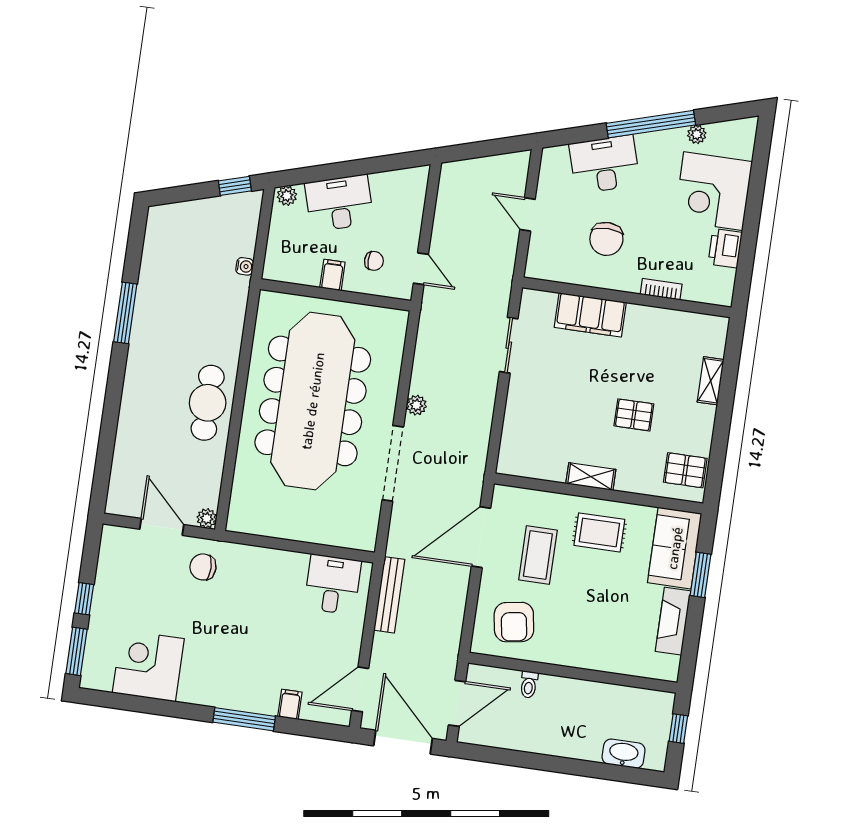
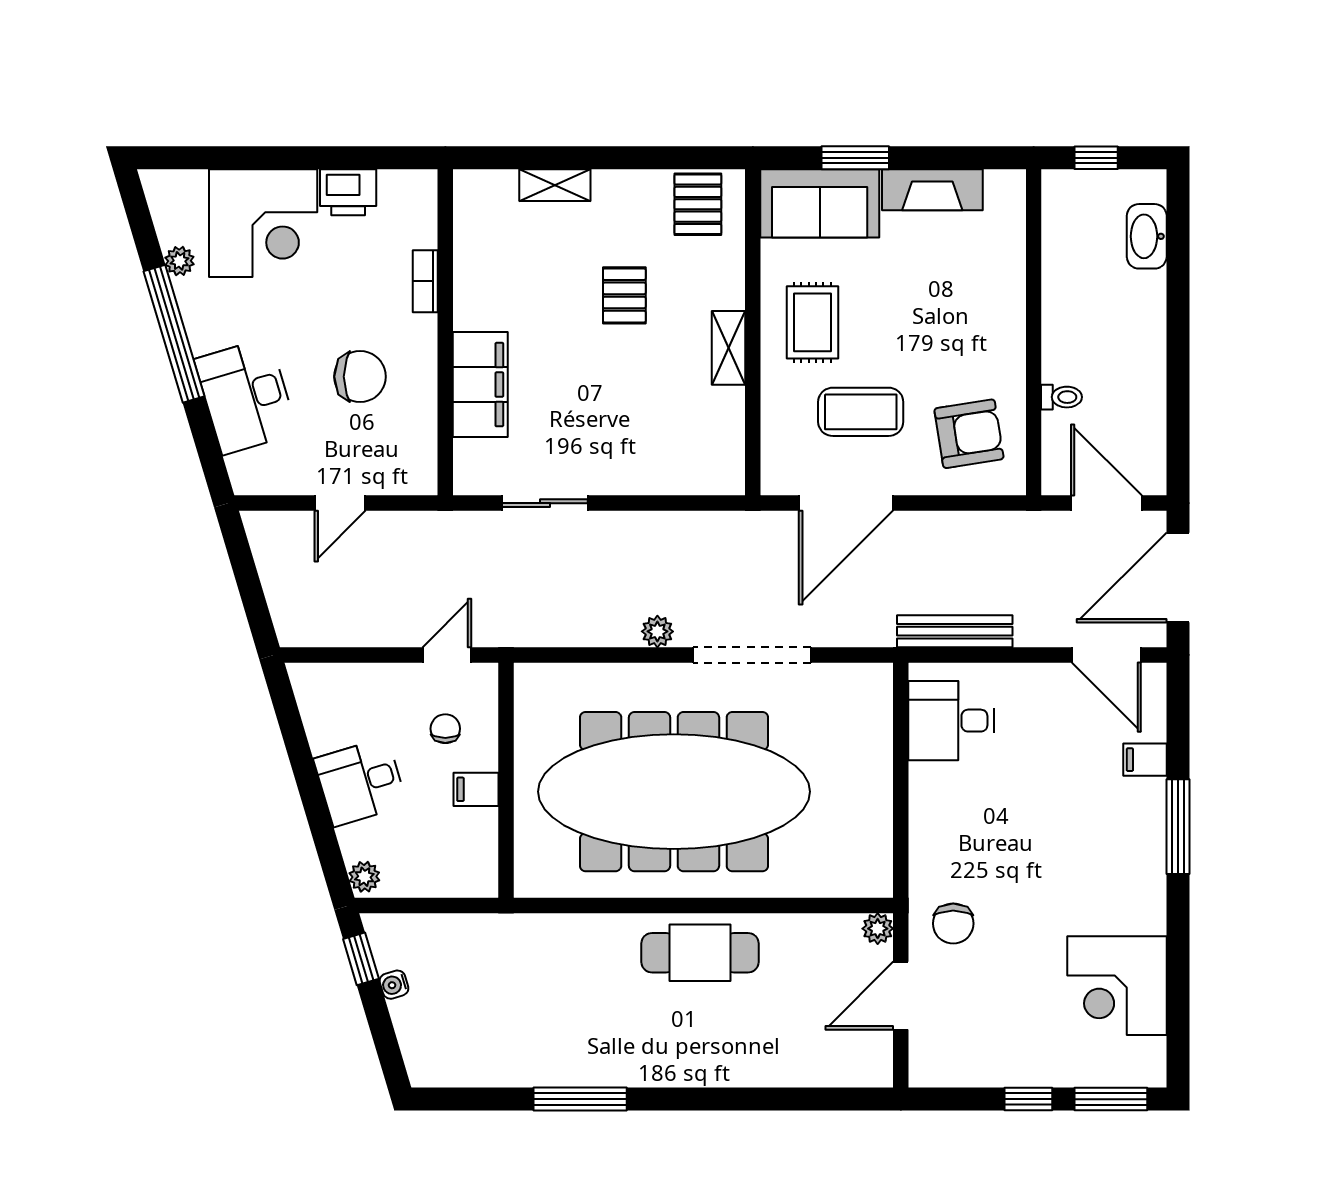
desk: (339, 203) -> (360, 782), width x0.73
water cooler: (245, 266) -> (394, 985), moved, turned -107
door: (481, 537) -> (846, 503), hinge flipped

